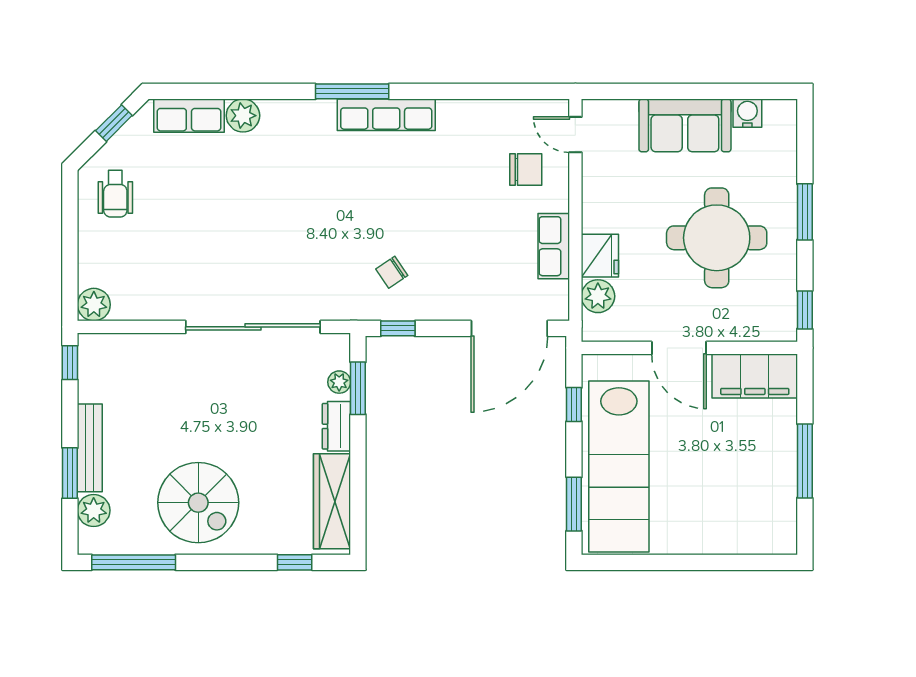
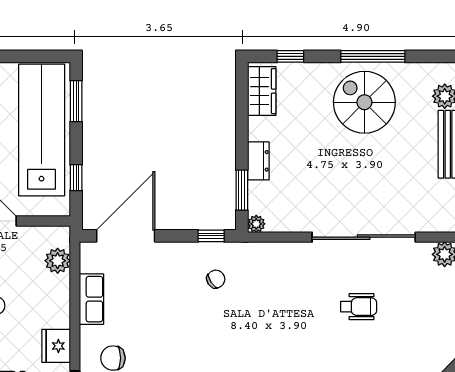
wheelchair: (115, 194) -> (359, 307), moved, turned 90
fridge: (600, 256) -> (56, 346), moved
sliding door: (253, 327) -> (364, 237), moved
plant: (339, 382) -> (256, 224), moved
wardrobe: (332, 501) -> (262, 91), width x0.67
window: (134, 562) -> (373, 56), moved

